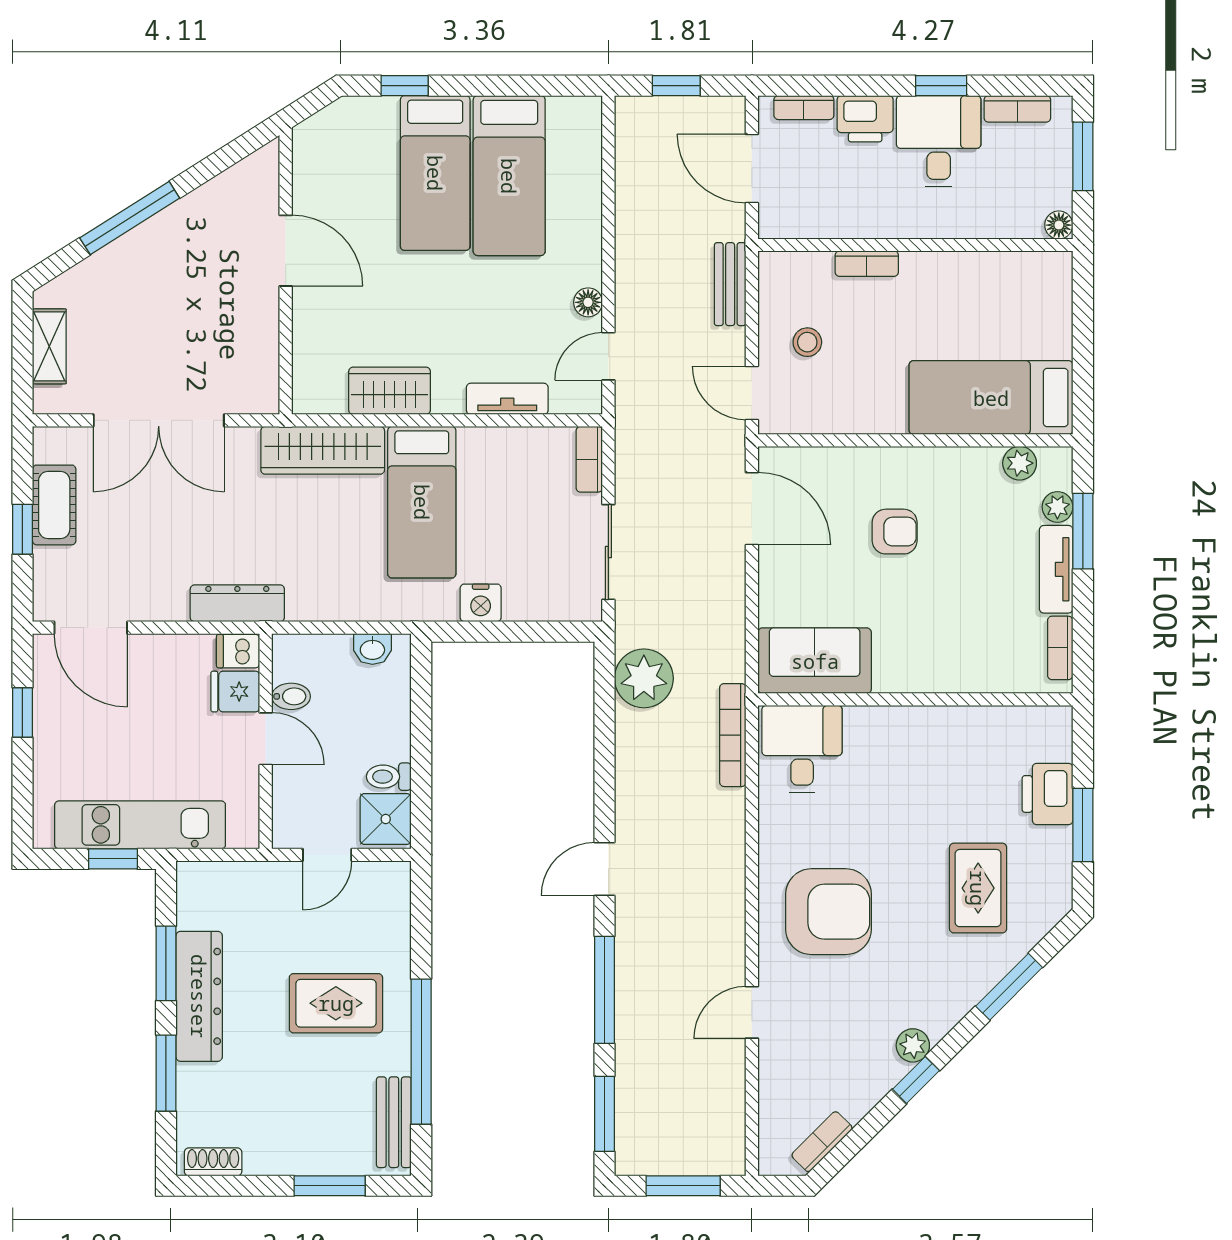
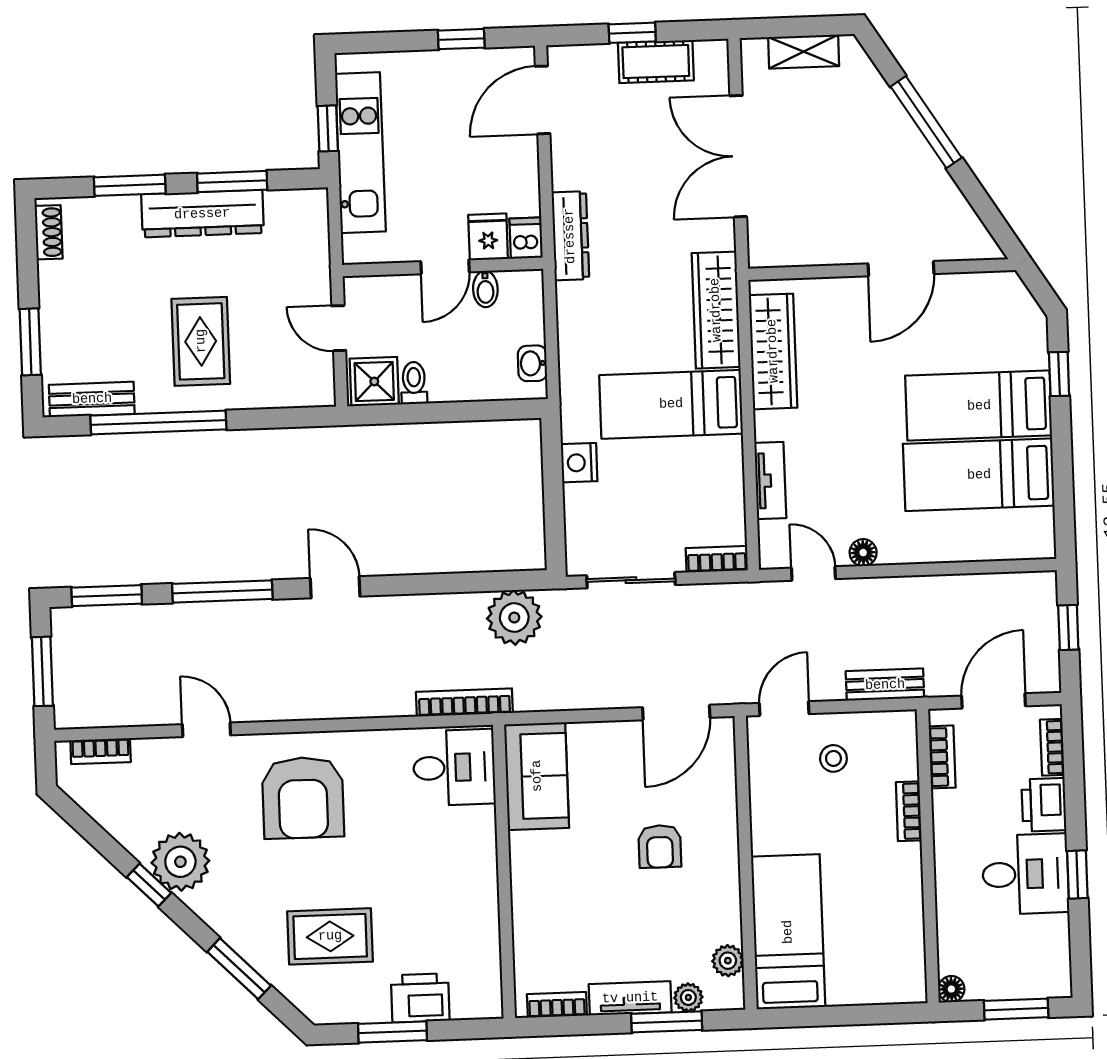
bookcase: (1017, 109) -> (942, 757), moved, turned 180
wardrobe: (390, 391) -> (773, 351), width x1.50
plant: (913, 1045) -> (180, 862), width x1.88, depth x1.88
bookcase: (822, 1142) -> (101, 751), moved, turned 135

